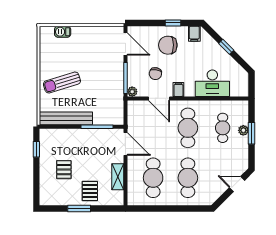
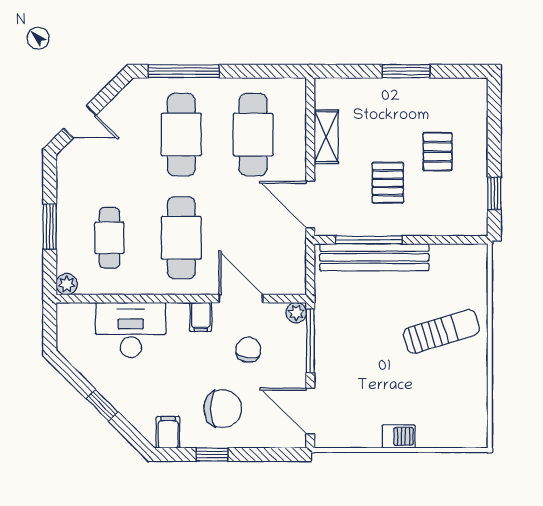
barbecue: (63, 32) -> (399, 436), moved
bench: (66, 118) -> (374, 257), moved
plant: (243, 130) -> (67, 284), moved
pallet: (90, 191) -> (388, 183), moved
window: (187, 208) -> (184, 71), added

